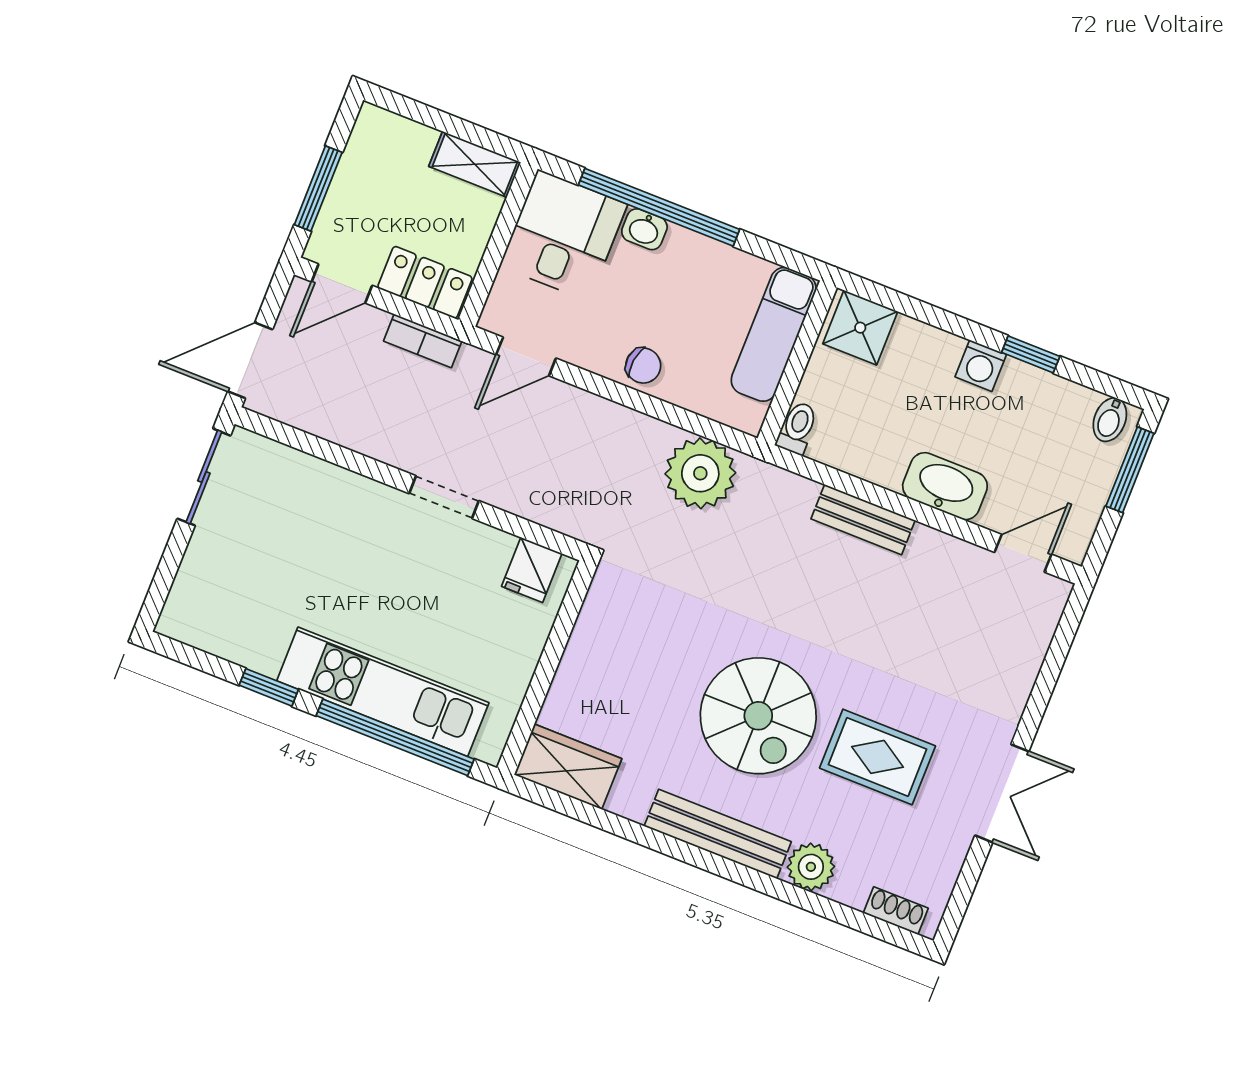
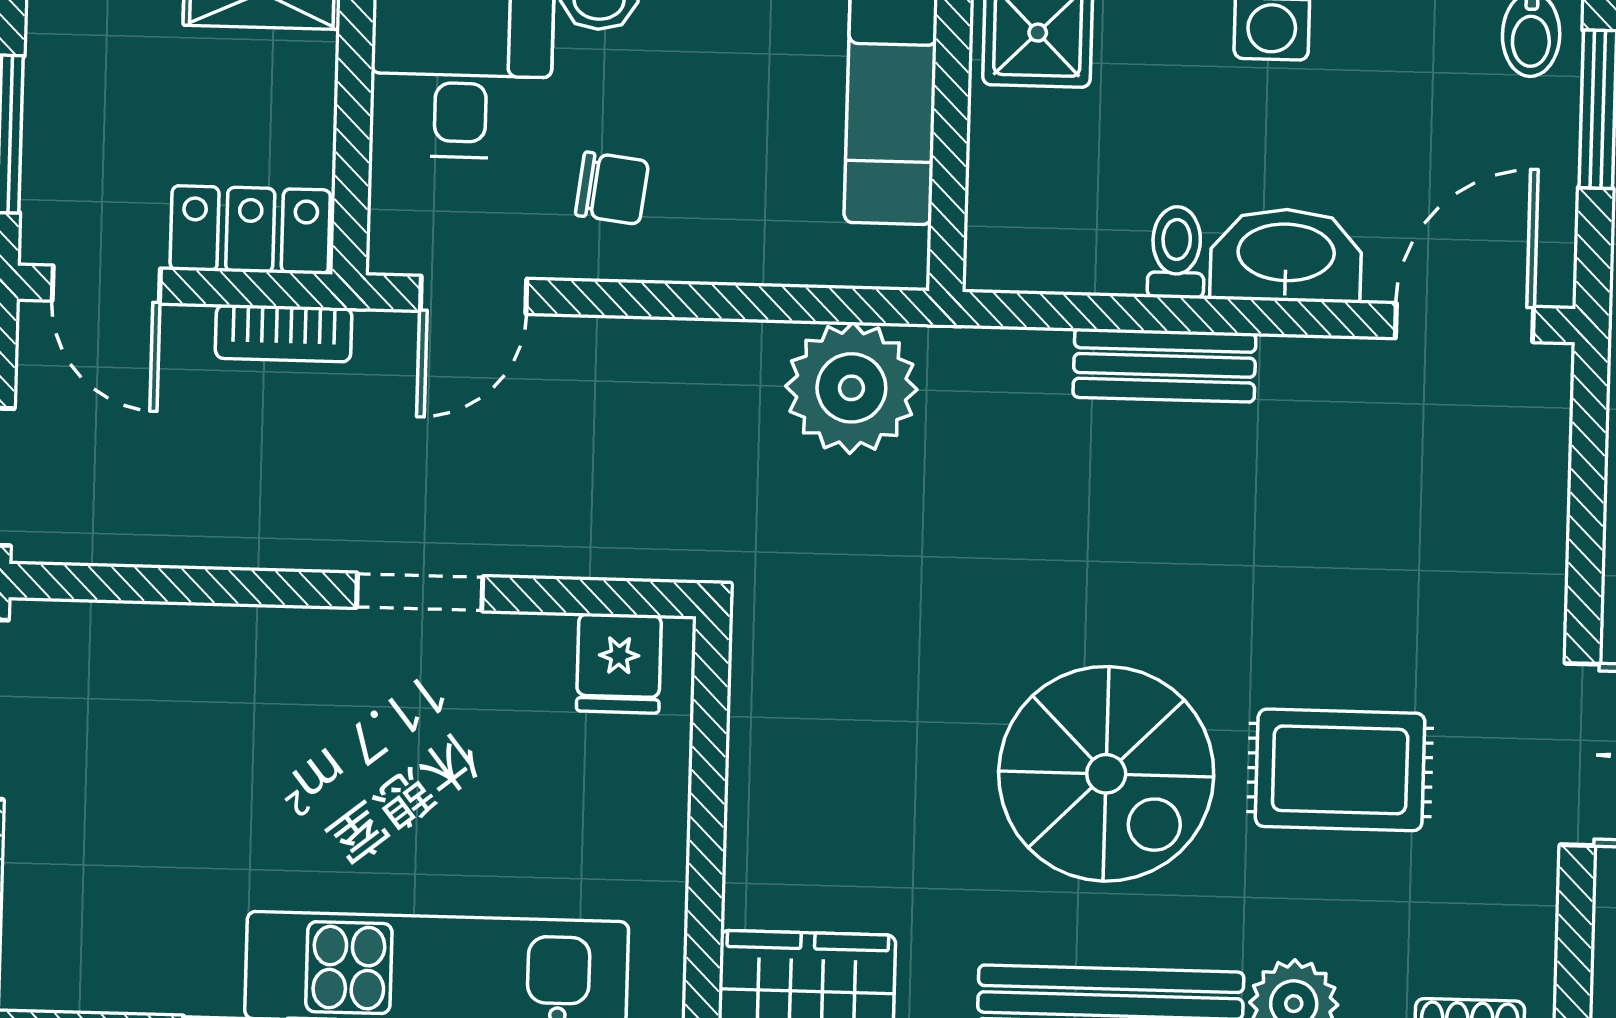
door: (342, 284) -> (106, 285), hinge flipped
chair: (643, 366) -> (612, 188), moved
toilet: (797, 428) -> (1176, 252), moved
door: (1023, 553) -> (1464, 323), width x1.38

